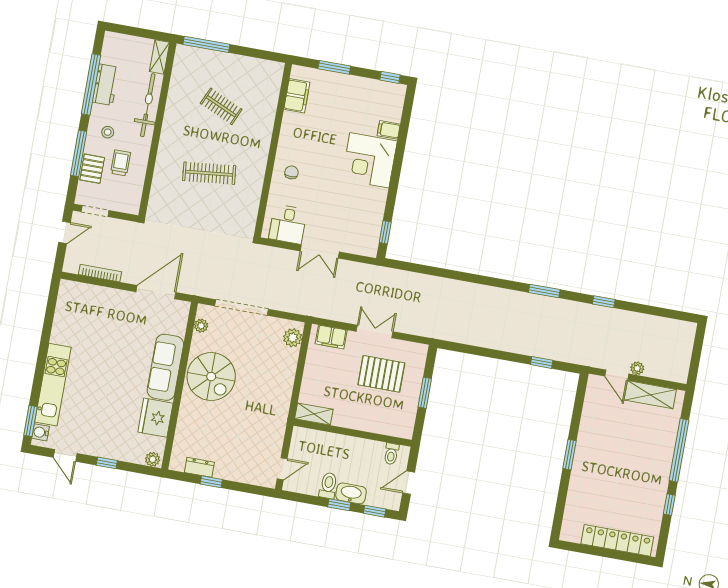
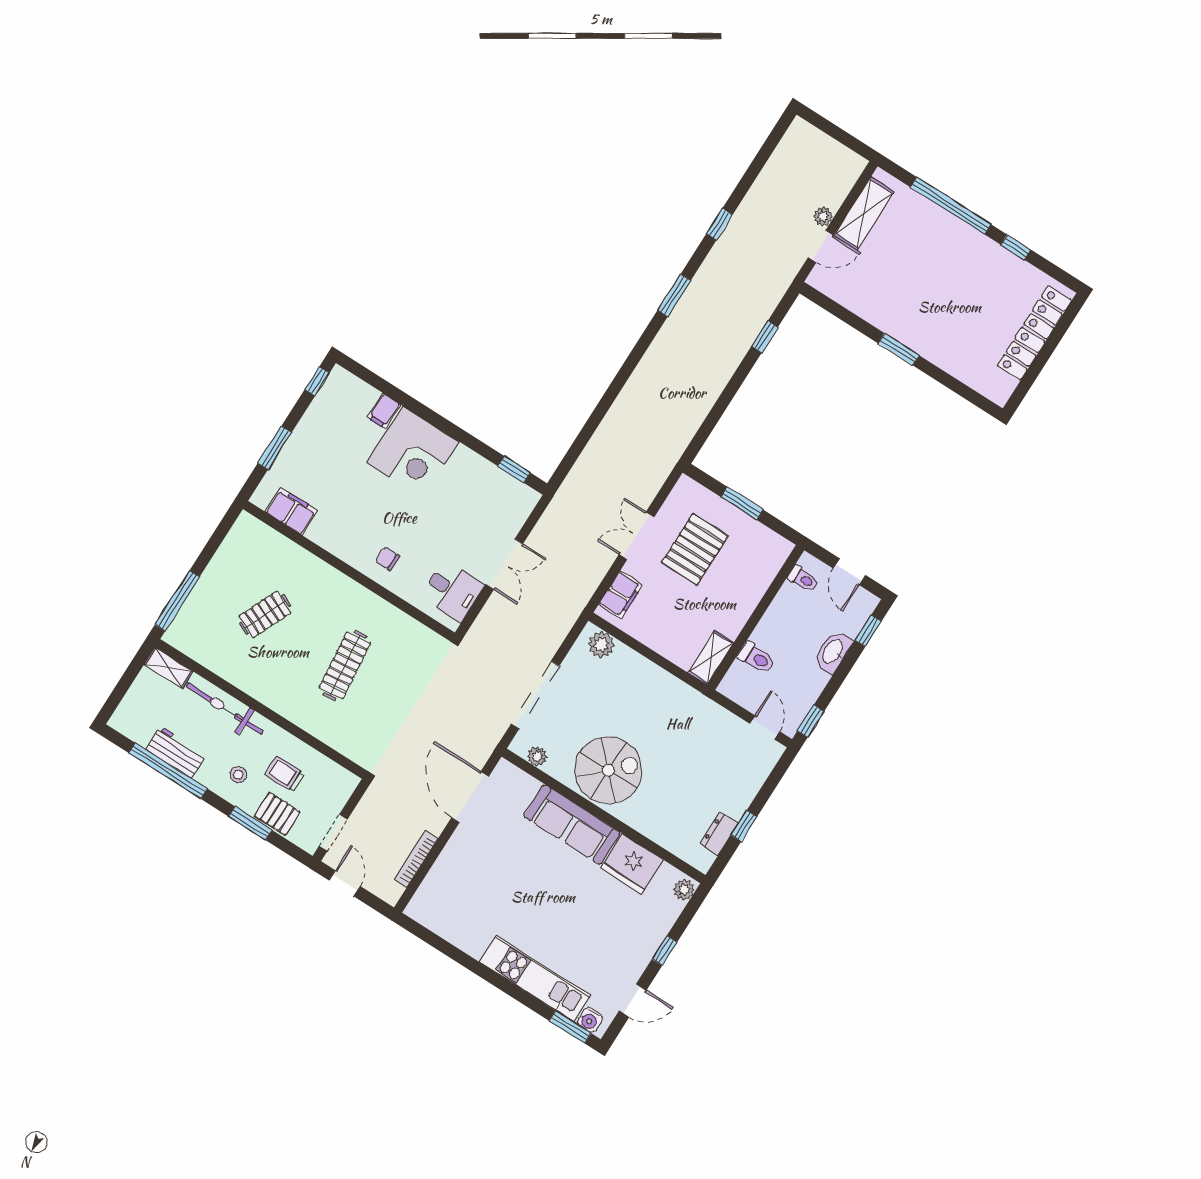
window: (79, 153) -> (250, 823), width x0.69
toilet: (328, 486) -> (757, 658), moved, turned 180
window: (339, 505) -> (811, 721), moved

